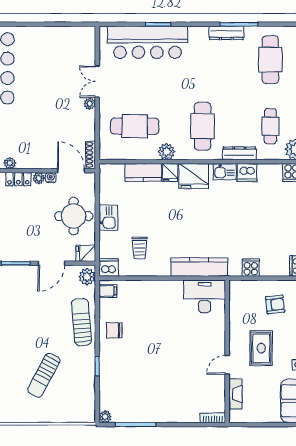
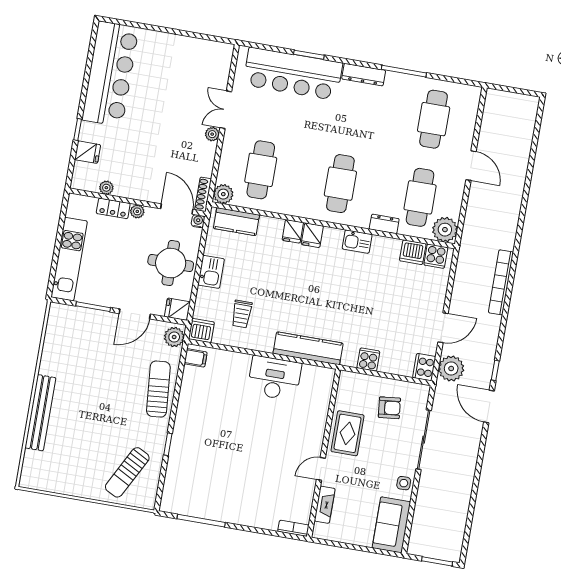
dresser: (226, 33) -> (364, 75), moved
cafe table: (135, 126) -> (261, 170), turned 90
cafe table: (270, 126) -> (420, 197), width x1.37, depth x1.35
plant: (167, 152) -> (223, 194), moved
dresser: (239, 153) -> (384, 224), width x0.70
kitchen counter: (143, 173) -> (236, 222), moved
dishwasher: (247, 173) -> (413, 252), moved
fridge: (194, 176) -> (312, 235), width x0.53, depth x0.75
water cooler: (51, 178) -> (198, 221), moved
desk: (205, 296) -> (274, 378), moved
chair: (114, 330) -> (195, 405), removed
rug: (261, 348) -> (348, 433), moved
sun lounger: (44, 375) -> (127, 472), moved
plant: (105, 417) -> (167, 505), removed

